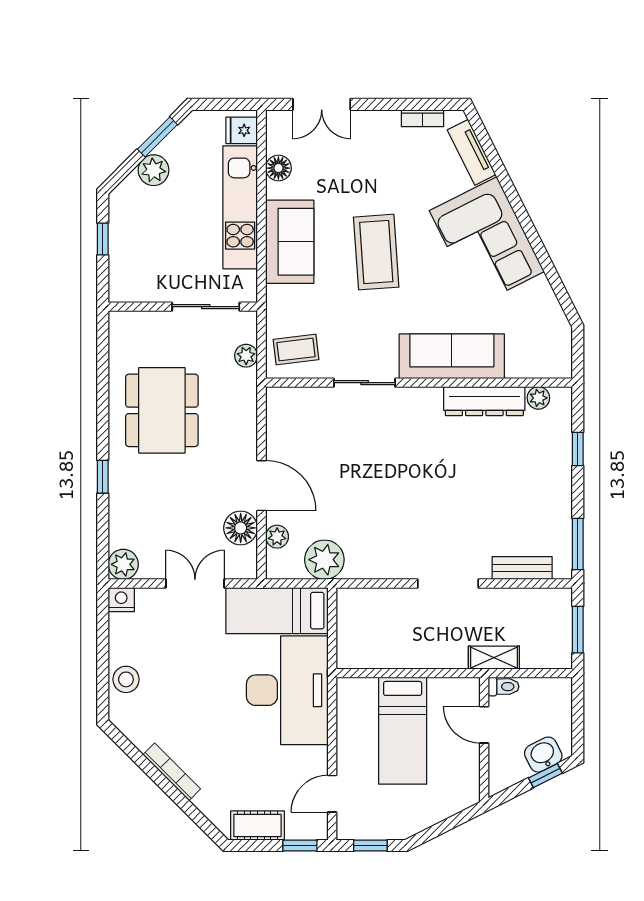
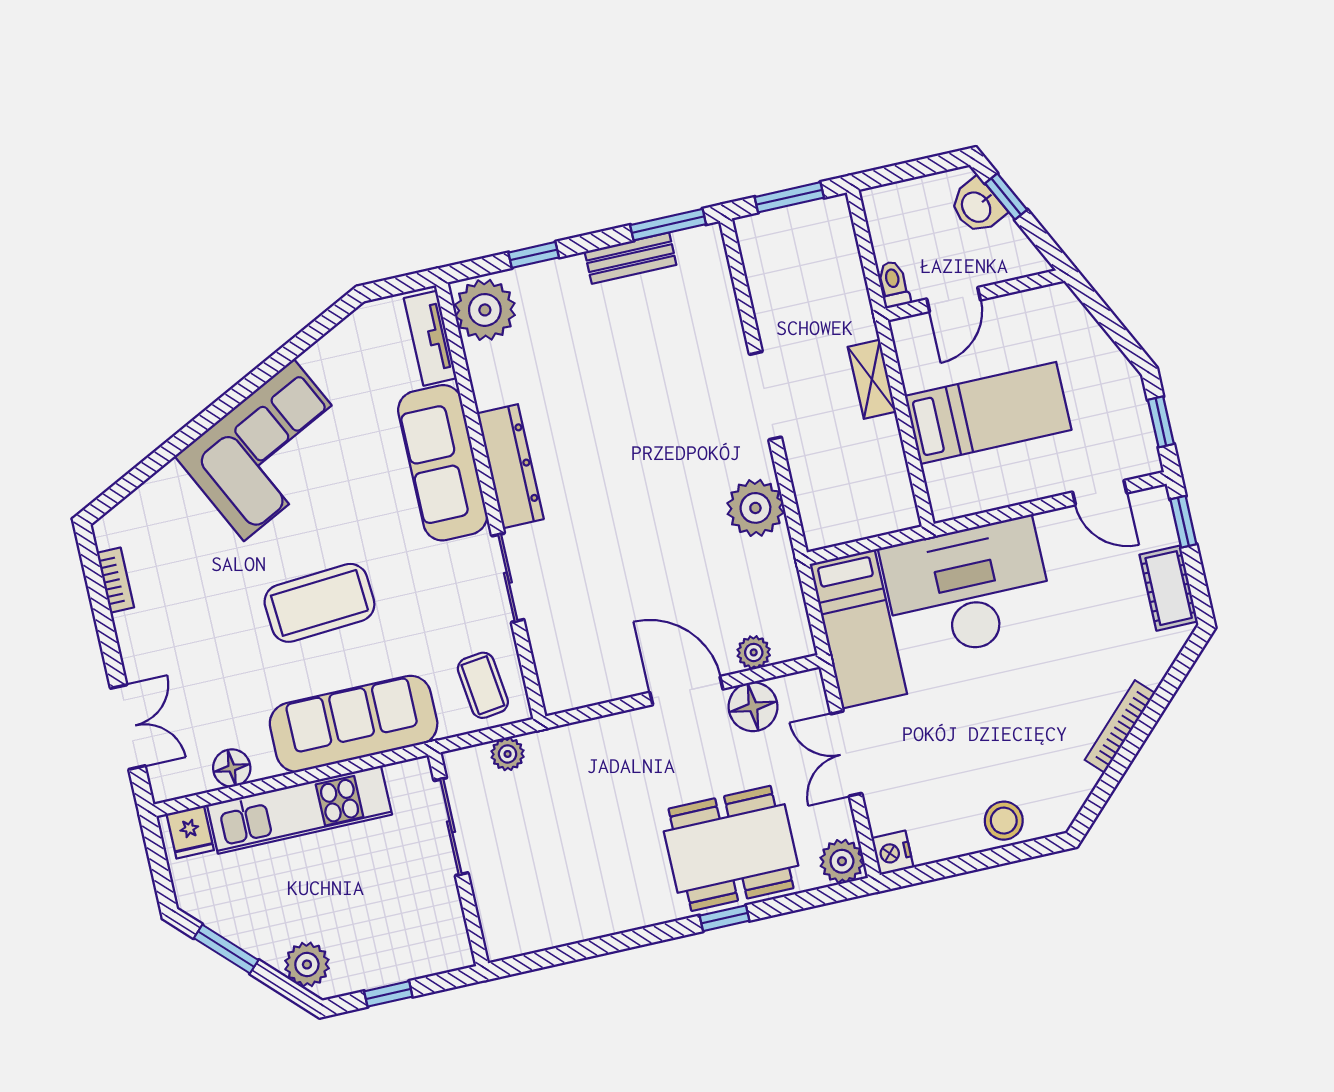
tv unit: (472, 152) -> (430, 338), moved, turned 117
plant: (154, 170) -> (307, 964), moved
sofa: (290, 242) -> (354, 724), width x1.36
plant: (538, 398) -> (485, 310), width x1.88, depth x1.88
dresser: (484, 401) -> (510, 466), moved
dining table: (162, 410) -> (731, 848), moved
door: (262, 486) -> (686, 691), hinge flipped
plant: (324, 560) -> (755, 508), moved
bench: (522, 568) -> (630, 258), moved, turned 90
shelving: (494, 658) -> (872, 379), moved

